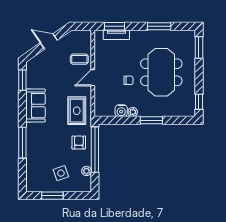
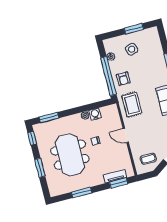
window: (199, 48) -> (40, 168), moved
coffee table: (79, 59) -> (148, 159), moved
door: (93, 78) -> (126, 135), swing flipped
window: (151, 120) -> (49, 118), moved

